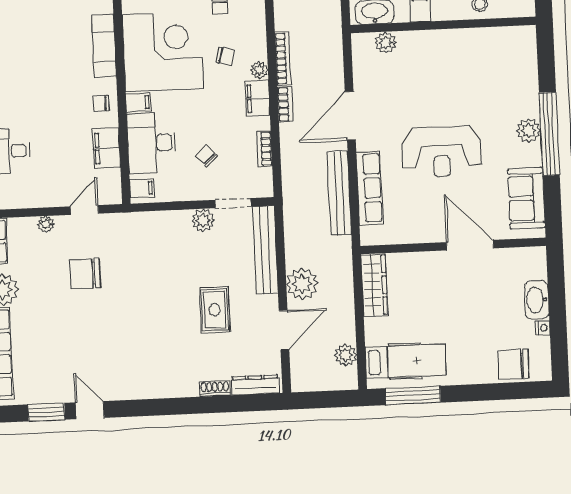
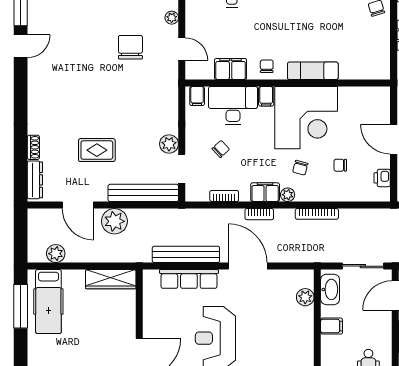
bookcase: (283, 58) -> (317, 214), moved

